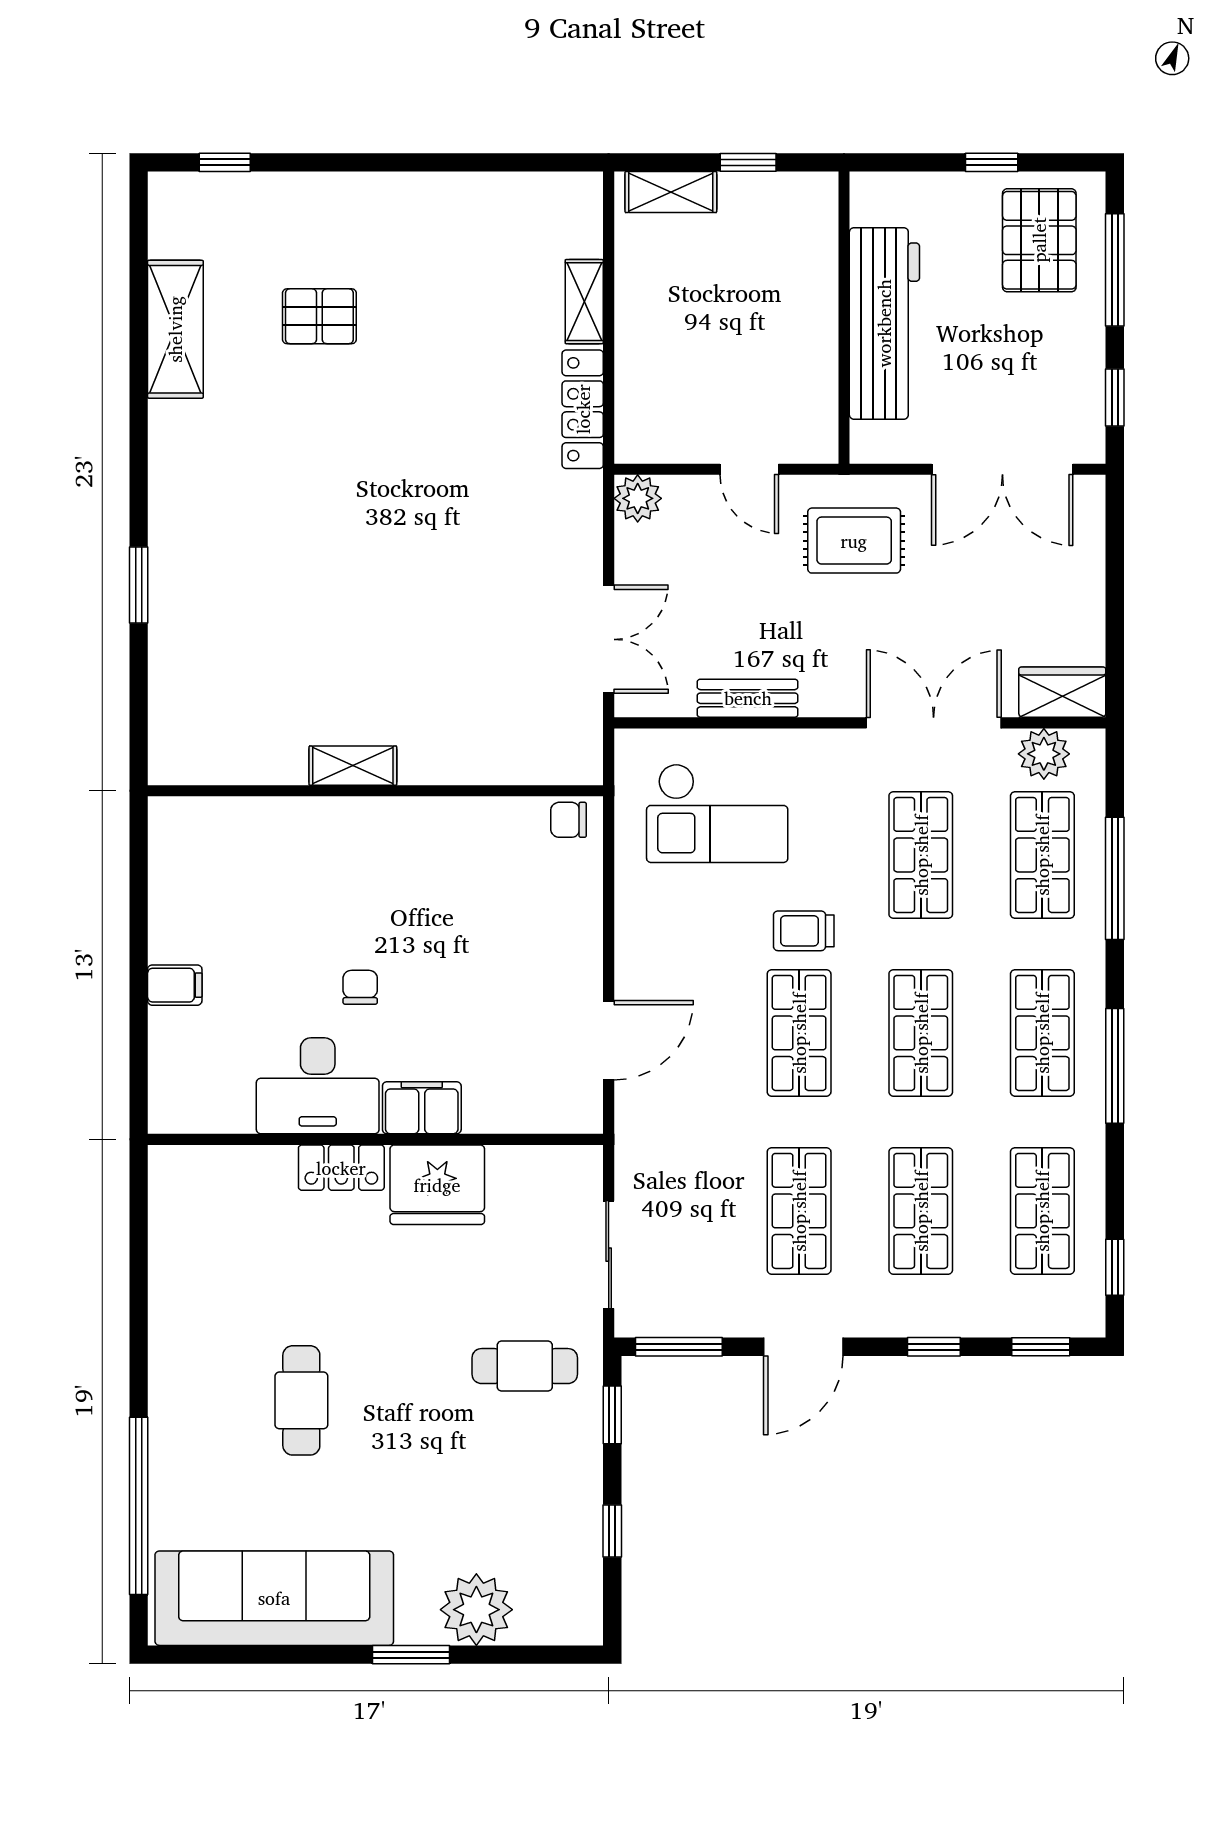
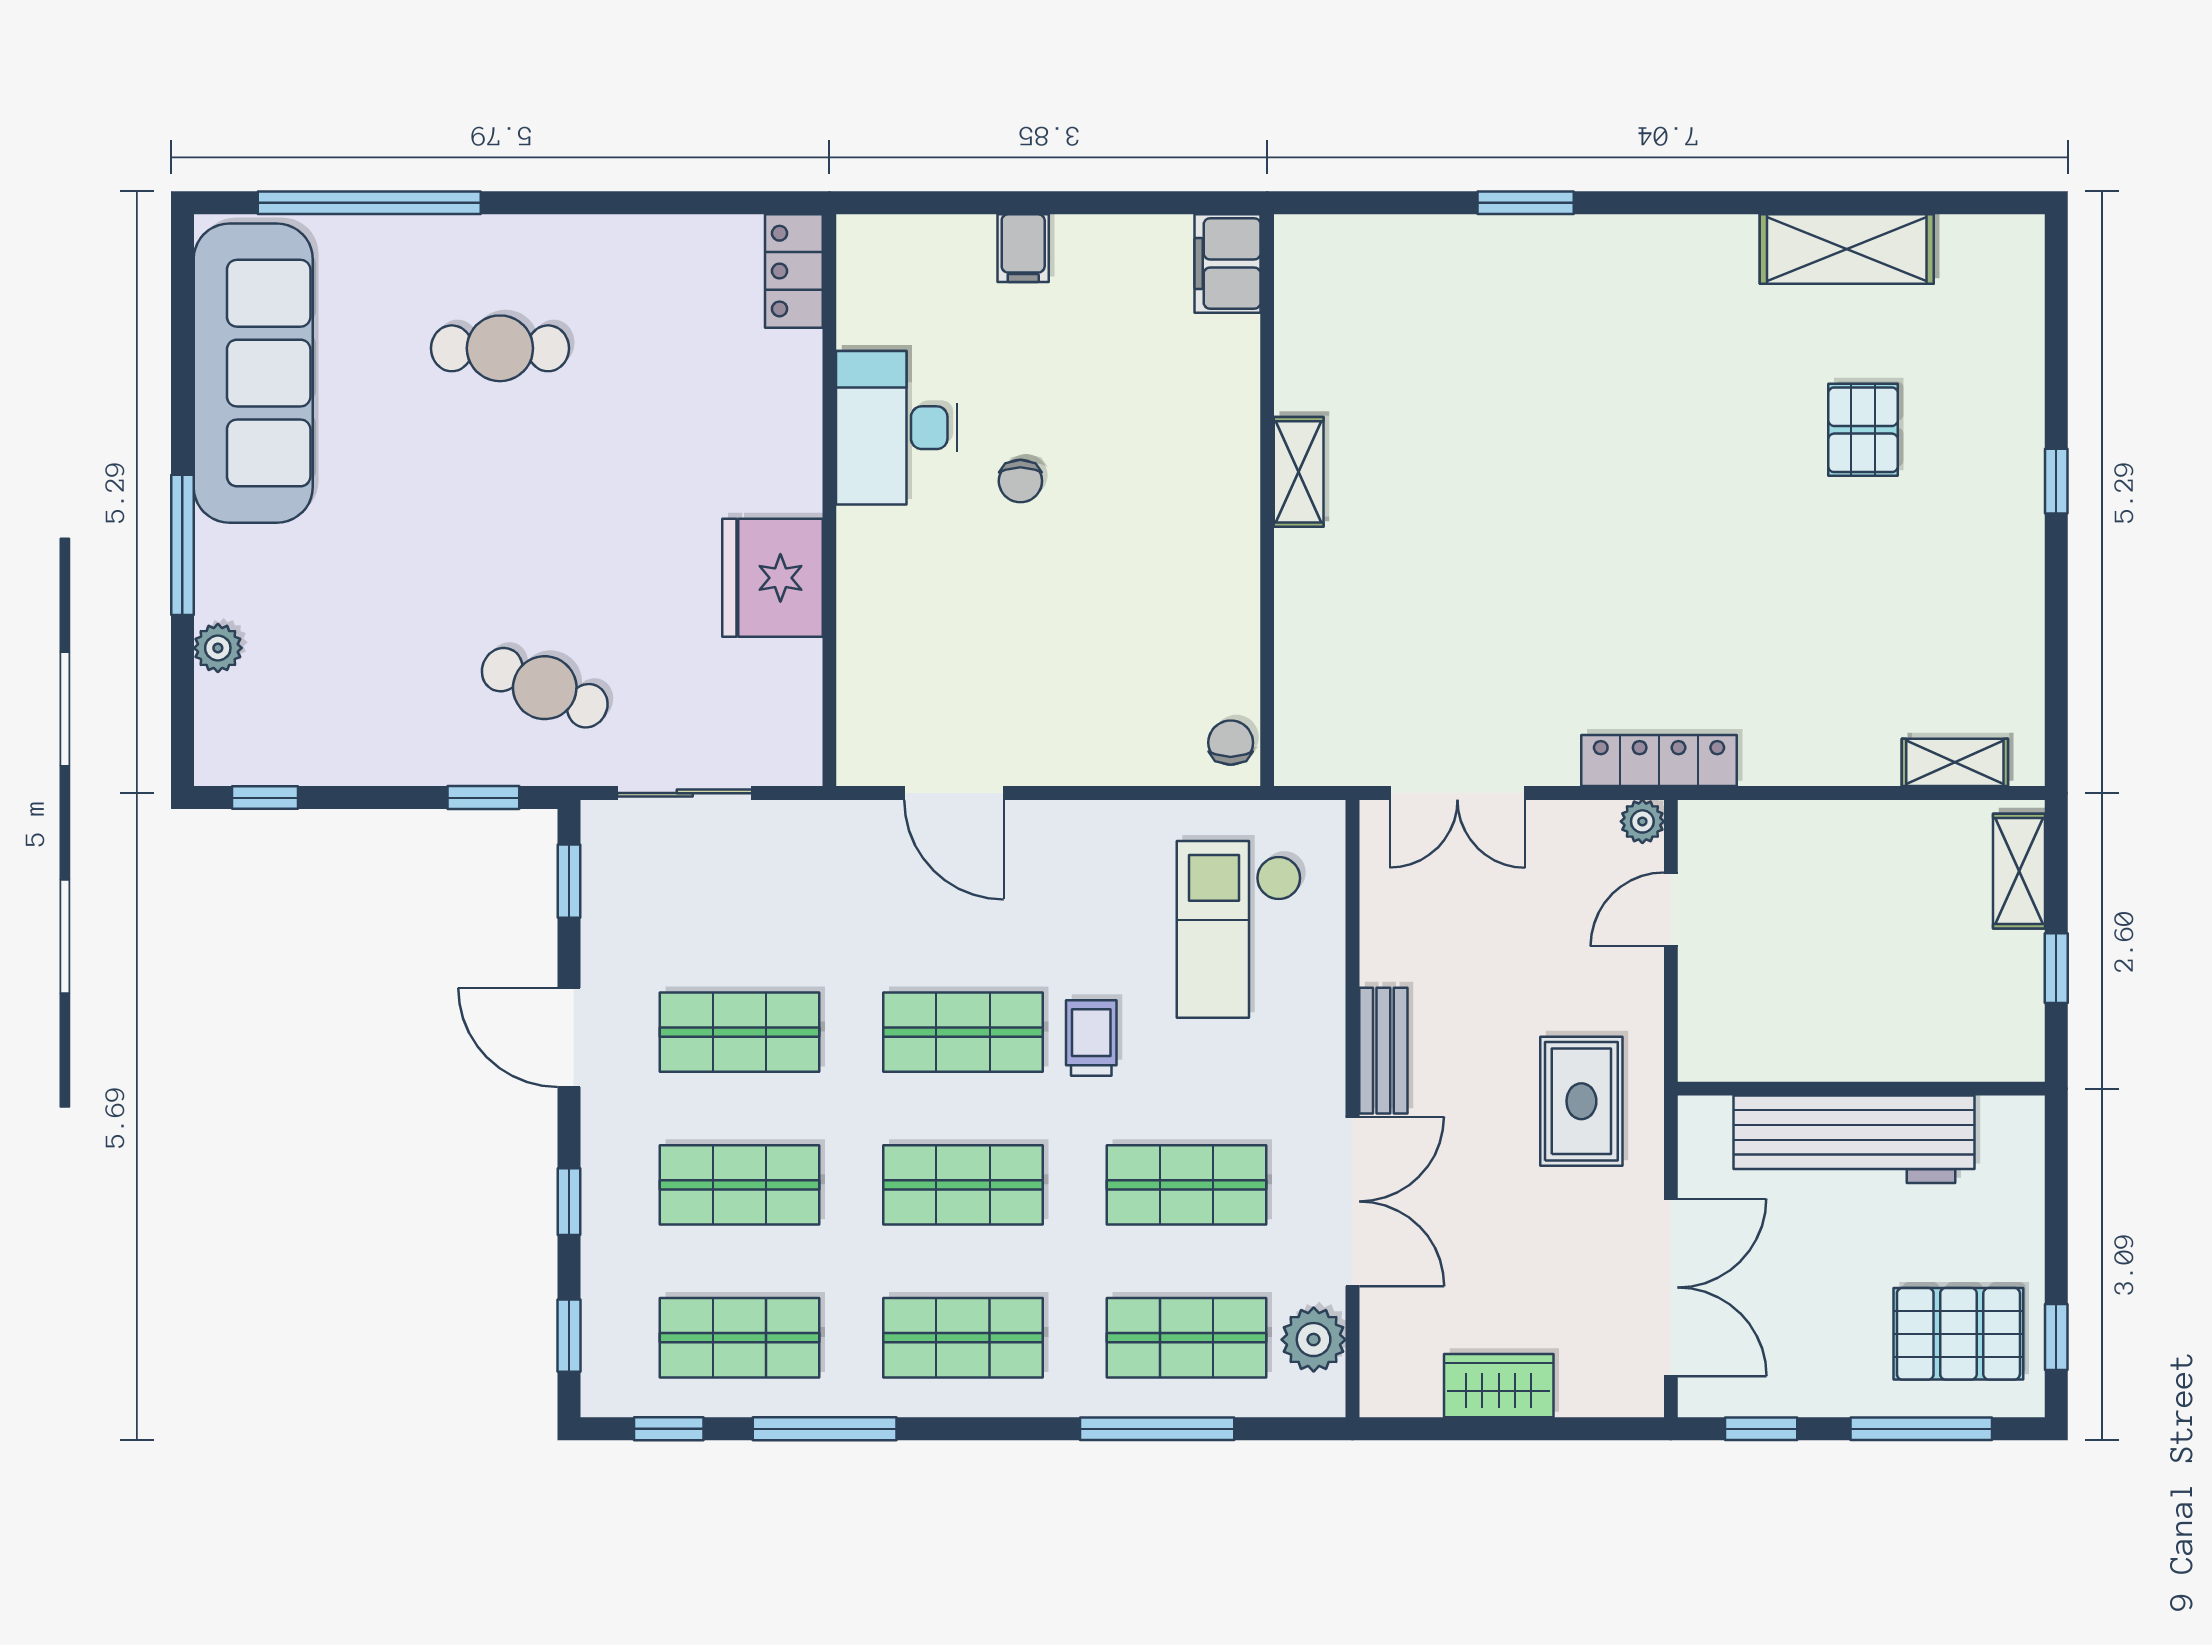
window: (225, 162) -> (2056, 481), moved
window: (992, 162) -> (2056, 1337), moved
shelving: (584, 302) -> (1955, 762), moved
locker: (583, 409) -> (1659, 760), moved
door: (749, 469) -> (1671, 909), moved
double door: (1002, 469) -> (1671, 1287), swing flipped
plant: (638, 498) -> (1642, 821), width x0.73, depth x0.73
wardrobe: (1062, 692) -> (1499, 1386), moved, turned -90
bench: (748, 698) -> (1383, 1051), moved
chair: (360, 987) -> (1020, 481), turned 90
window: (1115, 1066) -> (825, 1429), moved
filing cabinet: (422, 1108) -> (1228, 263), moved, turned 180
locker: (341, 1168) -> (794, 271), moved
window: (679, 1347) -> (569, 881), width x0.67
cafe table: (525, 1366) -> (545, 688), turned -67
cafe table: (301, 1400) -> (500, 348), moved
window: (612, 1531) -> (265, 798), moved
plant: (476, 1610) -> (218, 648), width x0.53, depth x0.53
window: (411, 1655) -> (182, 545), width x1.44

